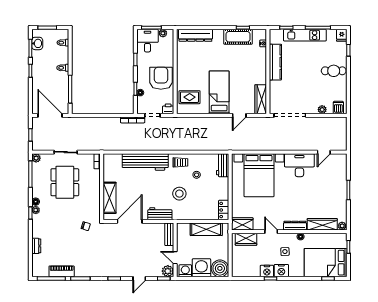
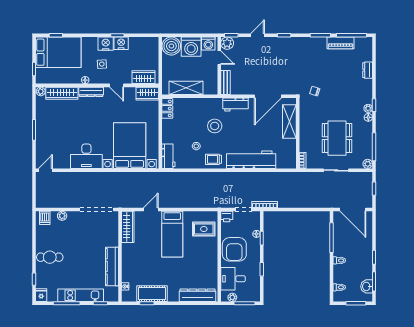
desk: (147, 41) -> (233, 279), moved, turned 90
door: (324, 152) -> (45, 170), moved

